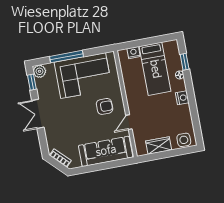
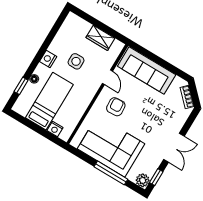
armchair: (105, 106) -> (116, 107), turned 86
door: (129, 122) -> (108, 77), hinge flipped
side table: (184, 140) -> (76, 61), moved

